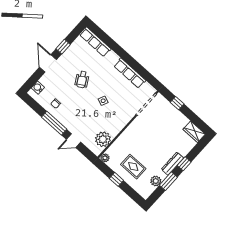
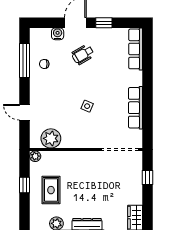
wheelchair: (82, 80) -> (83, 54), moved
water cooler: (38, 88) -> (58, 34), moved
window: (54, 123) -> (25, 61), moved

